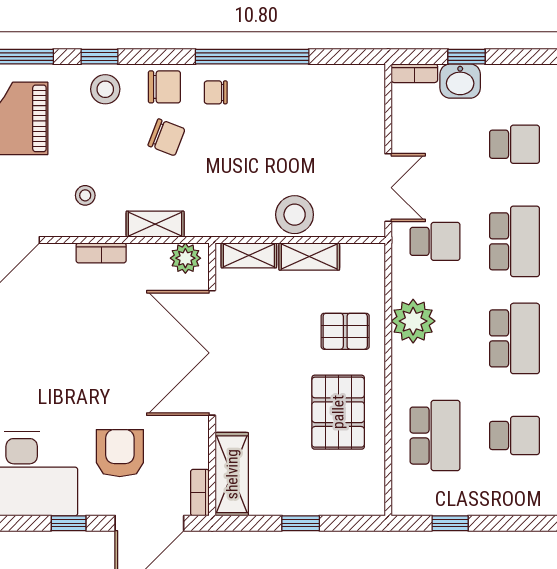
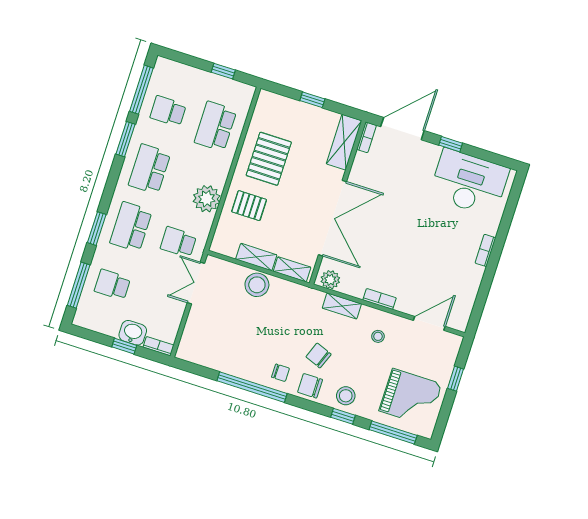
armchair: (120, 453) -> (407, 176), removed

